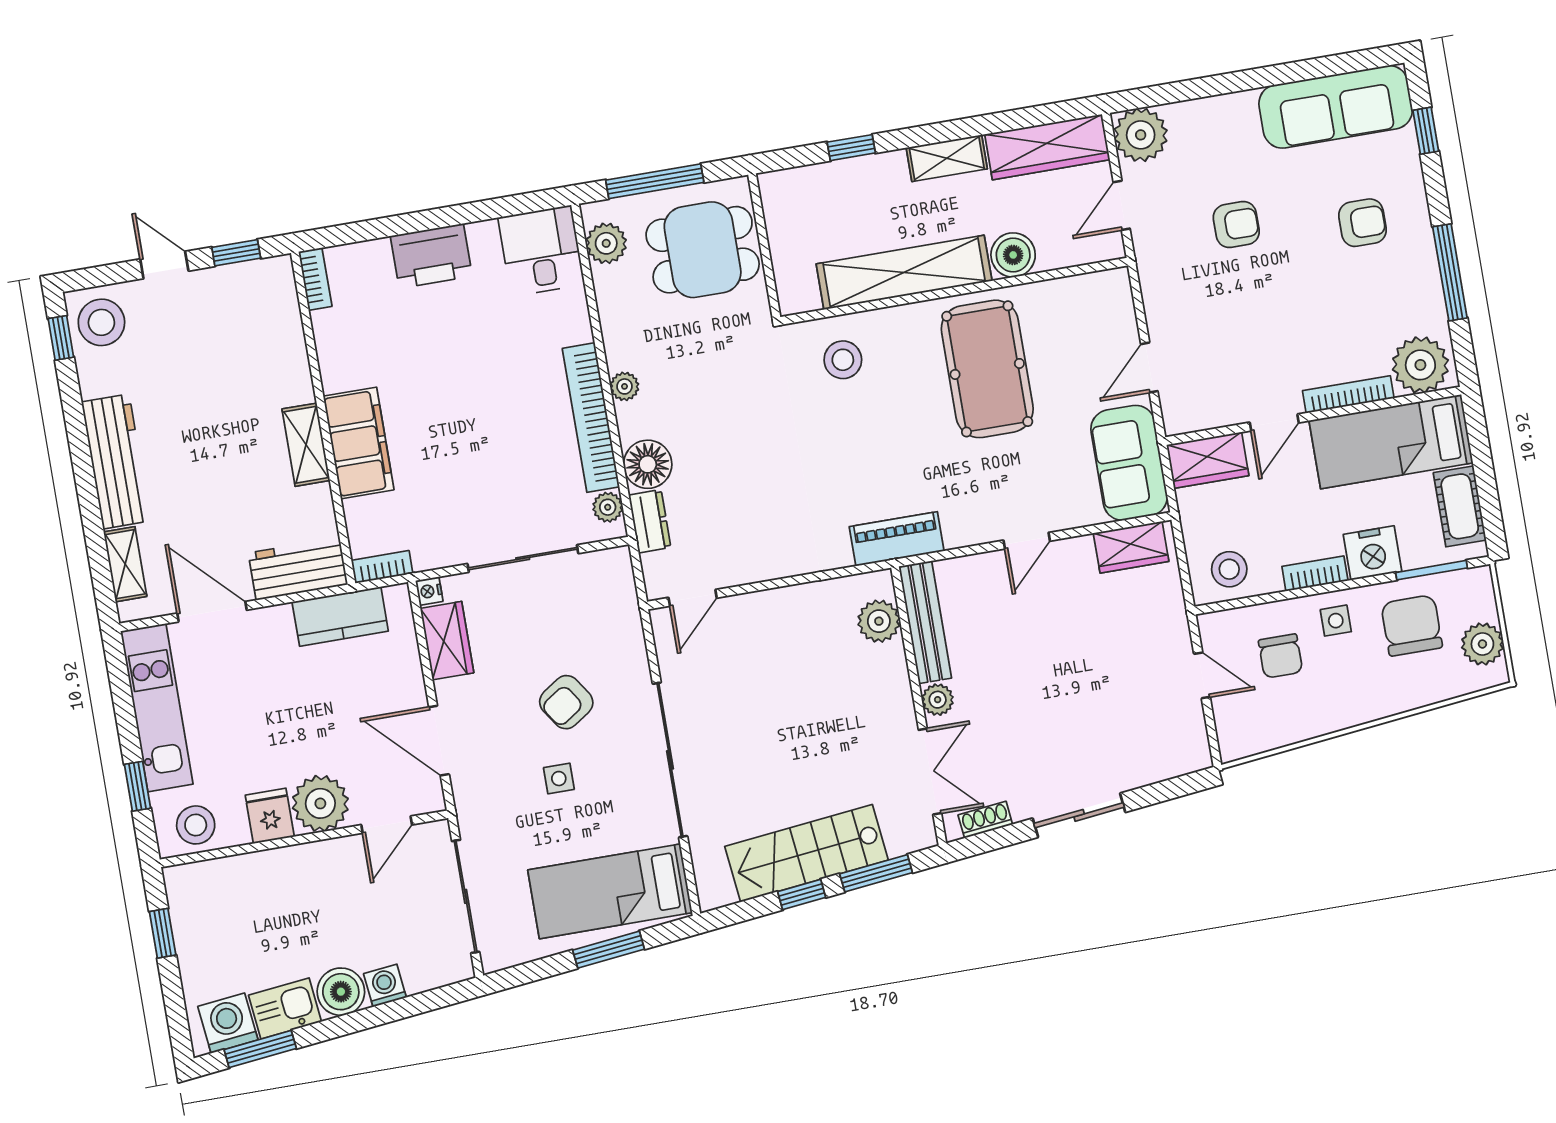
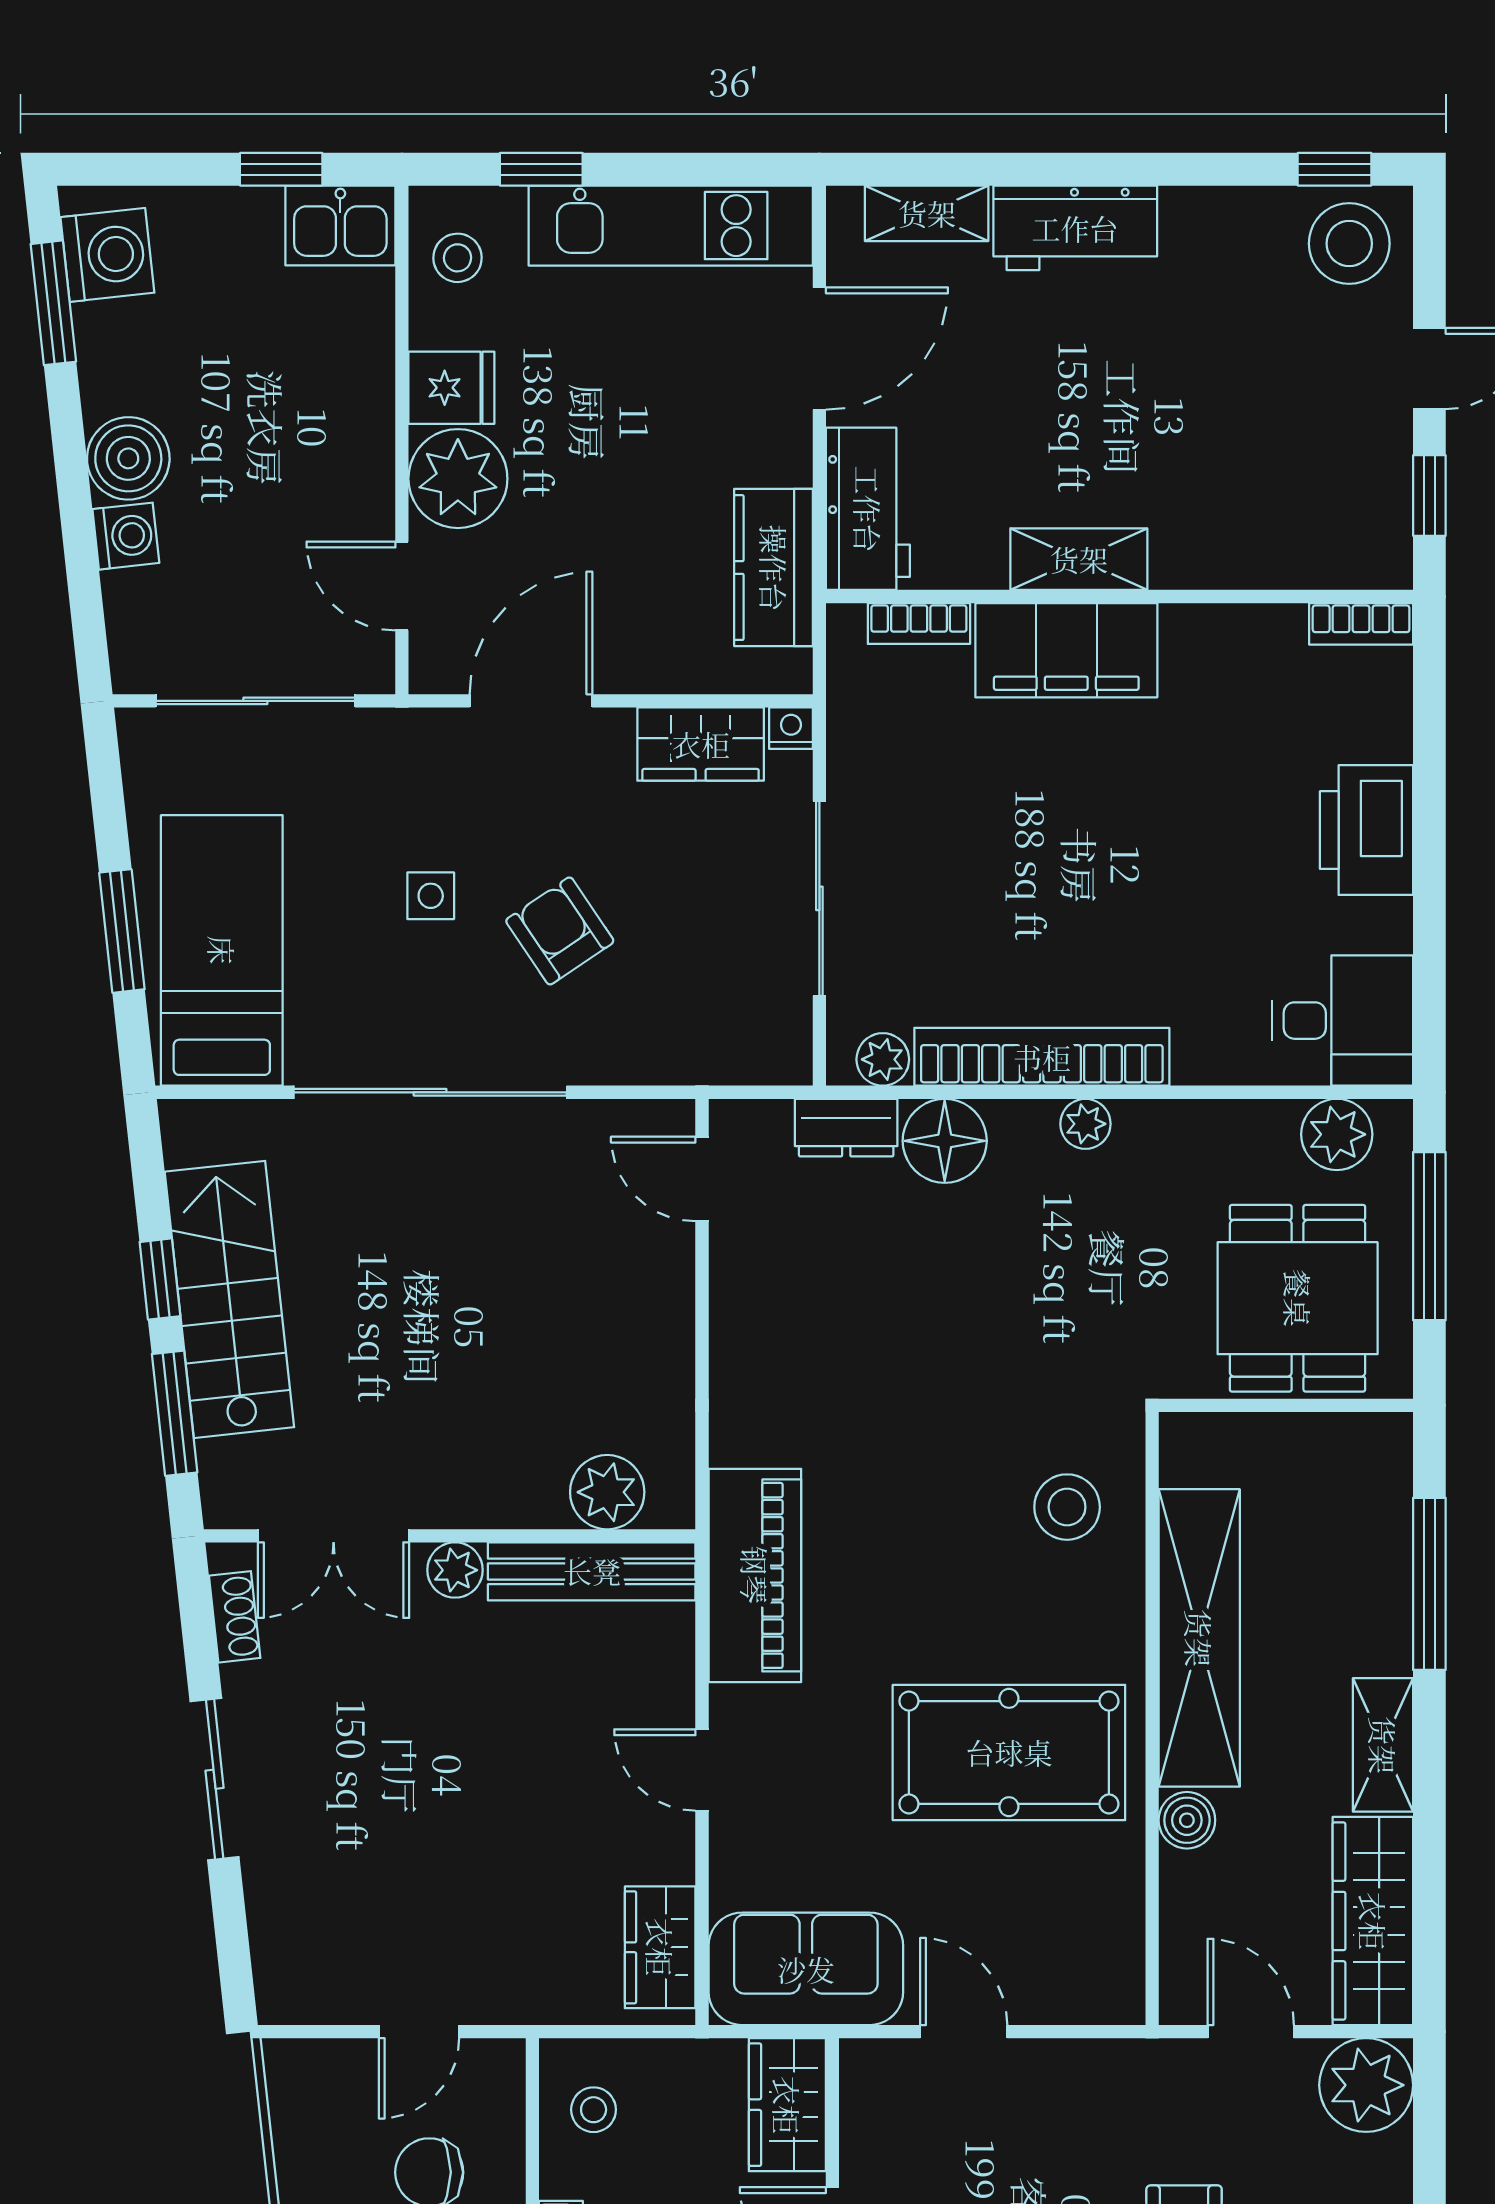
window: (851, 148) -> (1429, 1584), width x2.17
boiler: (1013, 255) -> (1187, 1820), width x0.73, depth x0.73
workbench: (116, 461) -> (1075, 228), width x0.73
piano: (897, 539) -> (755, 1575), width x1.37, depth x1.33
bookcase: (382, 567) -> (919, 623), moved, turned 90
stool: (1229, 569) -> (594, 2110), width x0.73, depth x0.73
stool: (196, 825) -> (458, 258), width x0.73, depth x0.73
kitchen sink: (285, 1008) -> (340, 225), moved, turned 96

